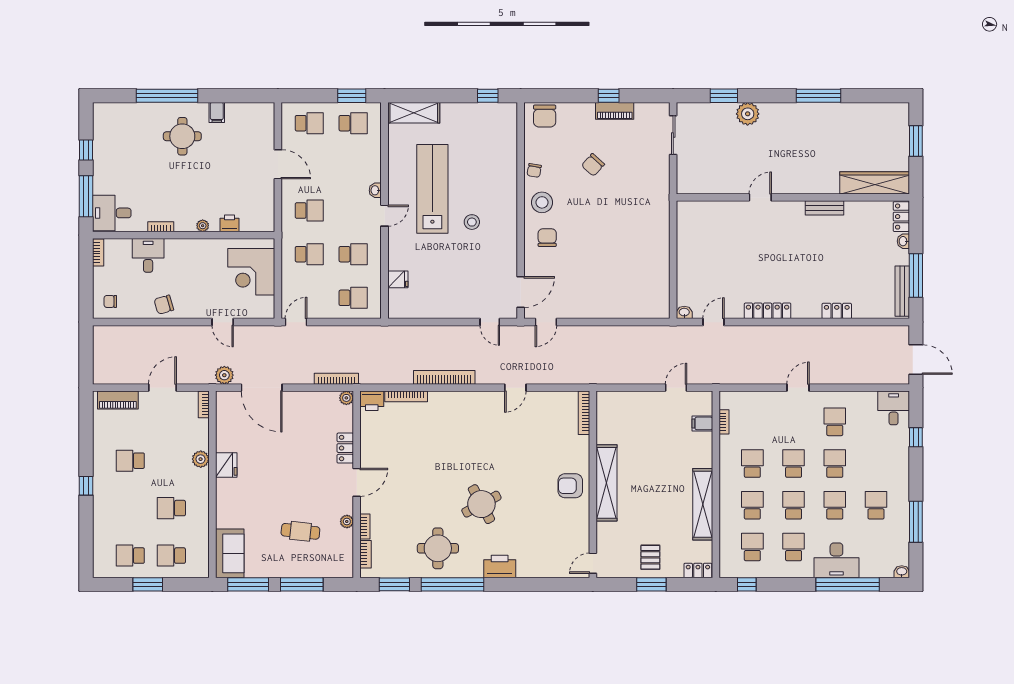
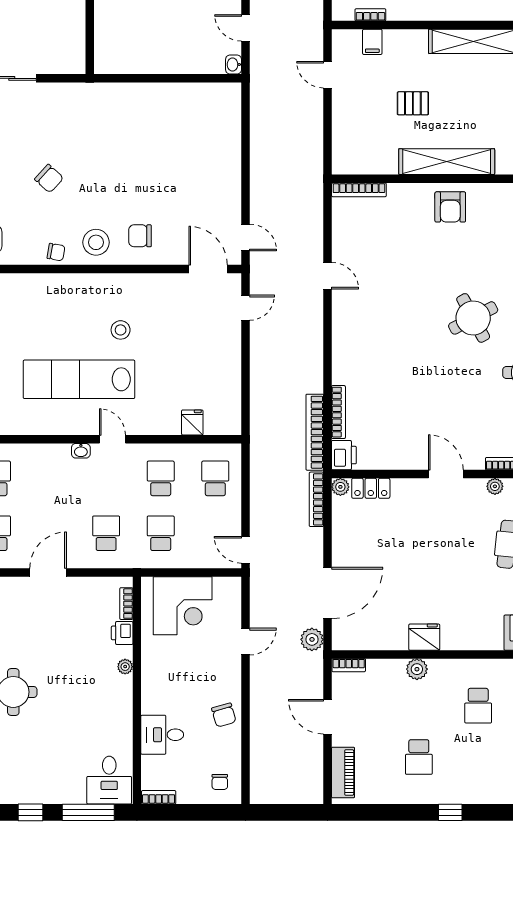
bookcase: (161, 227) -> (126, 604), moved
bookcase: (444, 377) -> (315, 432), moved
locker: (345, 448) -> (371, 488), moved
pallet: (653, 456) -> (413, 103), added

